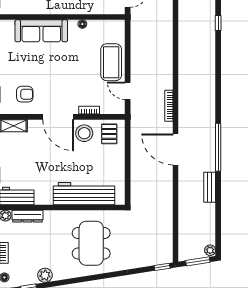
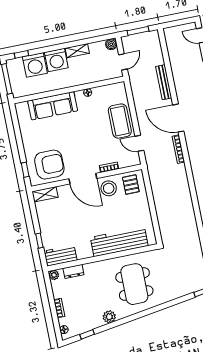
bench: (168, 30) -> (164, 82), added
armchair: (25, 94) -> (49, 165), width x1.88, depth x1.88
door: (176, 149) -> (178, 118), moved
dresser: (27, 216) -> (73, 271), width x0.70
plant: (45, 275) -> (109, 317), moved

